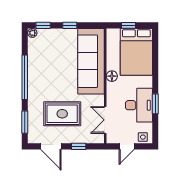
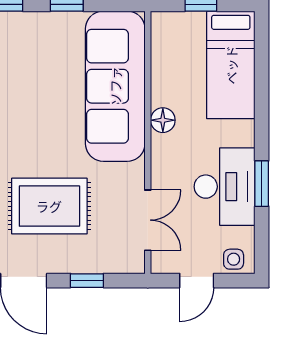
bed: (136, 52) -> (231, 65), width x0.67
double door: (105, 120) -> (148, 220), swing flipped

